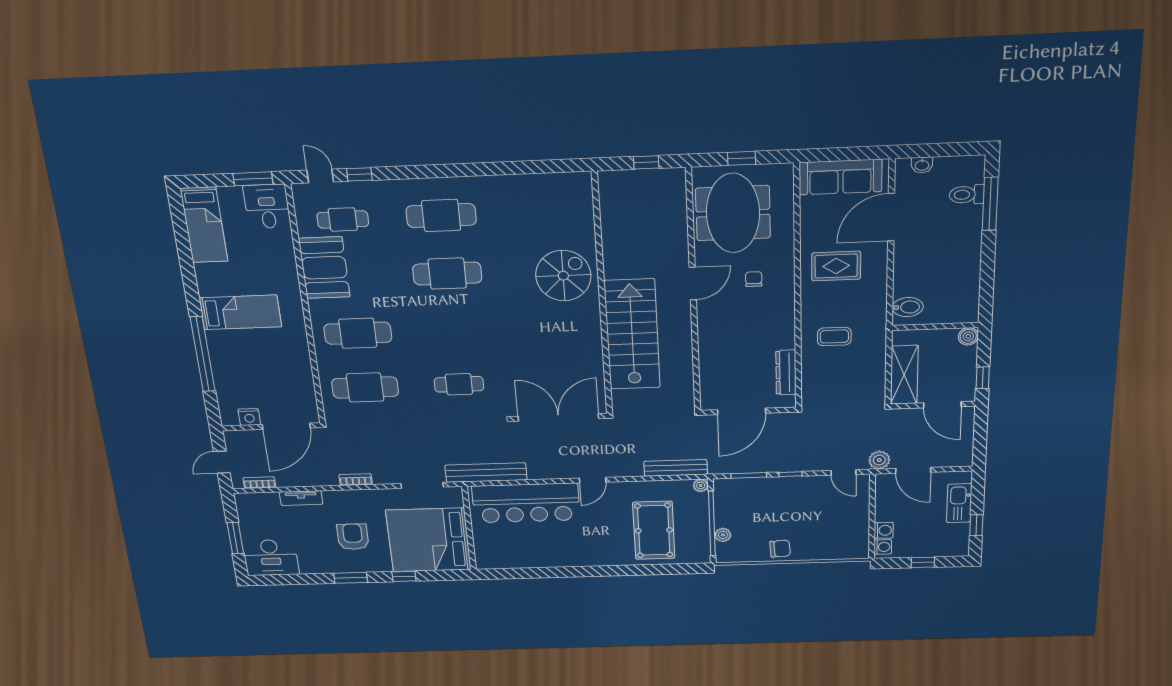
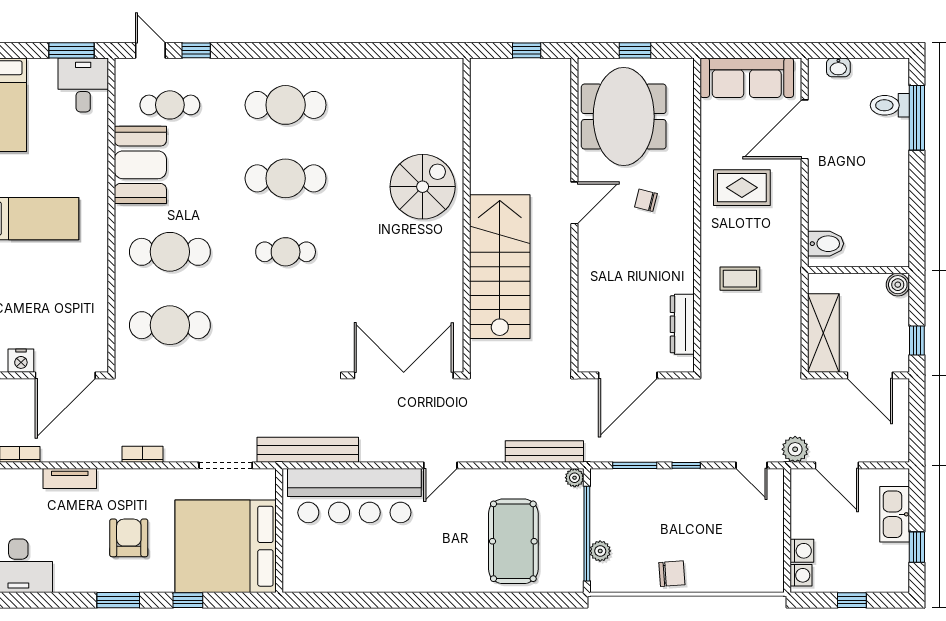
chair: (754, 279) -> (646, 200), turned -76
cafe table: (459, 384) -> (286, 252), moved

